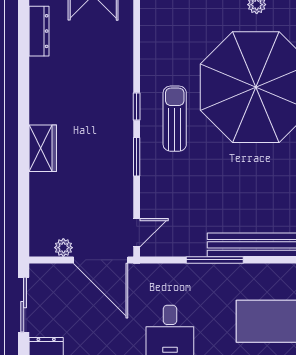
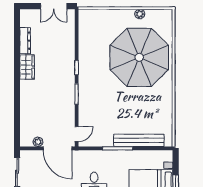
dresser: (39, 31) -> (25, 41), moved
sun lounger: (175, 119) -> (97, 74), removed
wardrobe: (43, 148) -> (27, 67), moved

